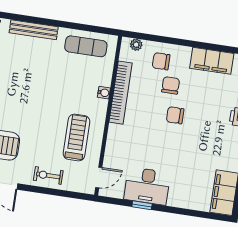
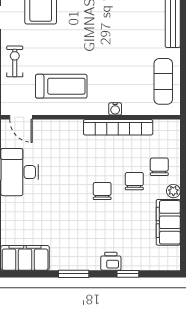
plant: (136, 45) -> (173, 191), moved
chair: (171, 85) -> (134, 181), turned -90

